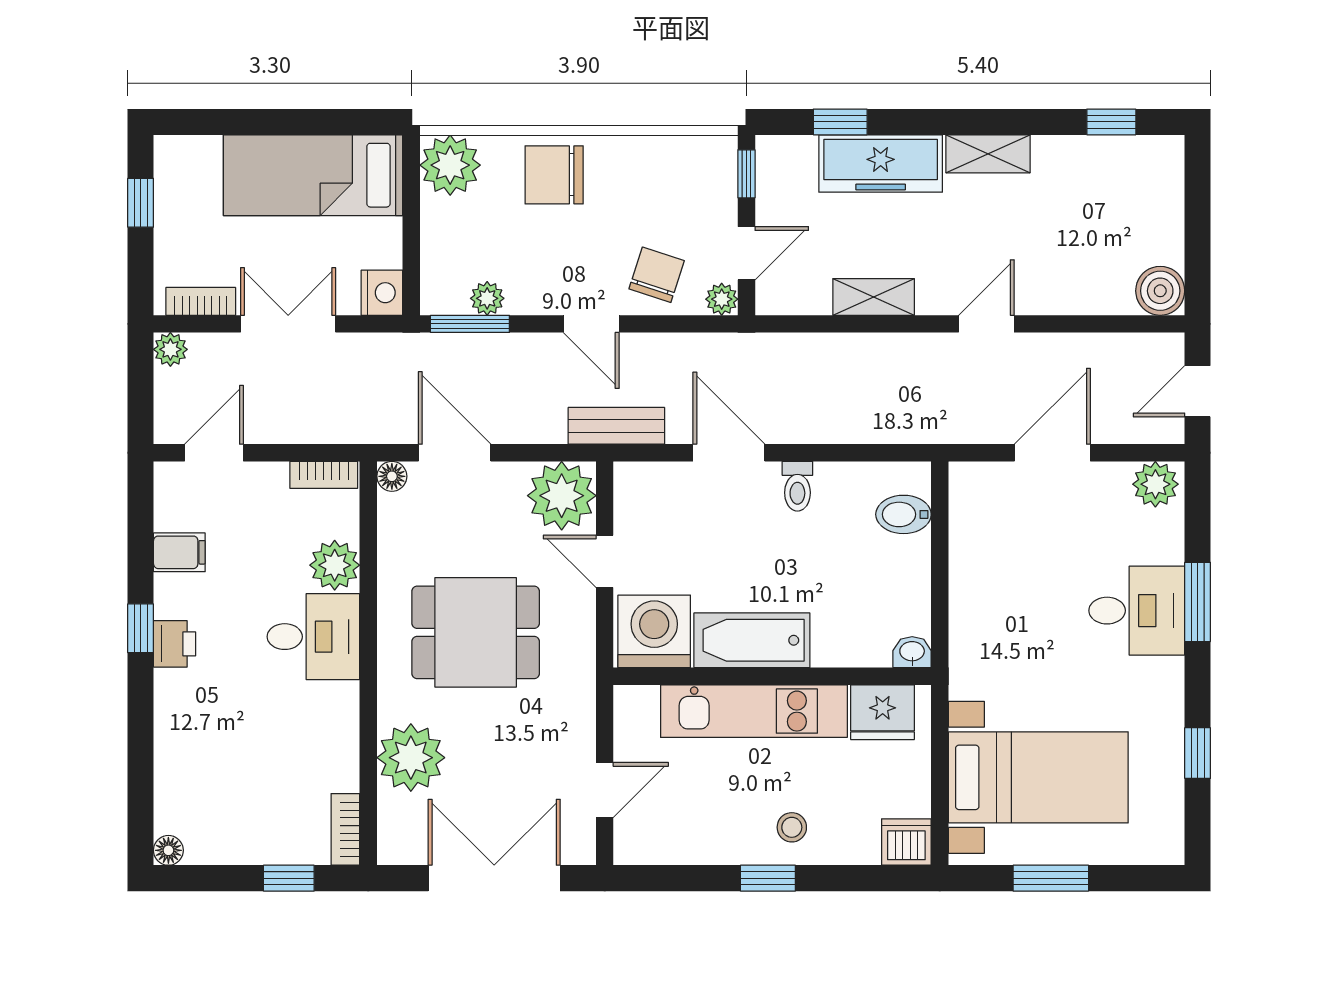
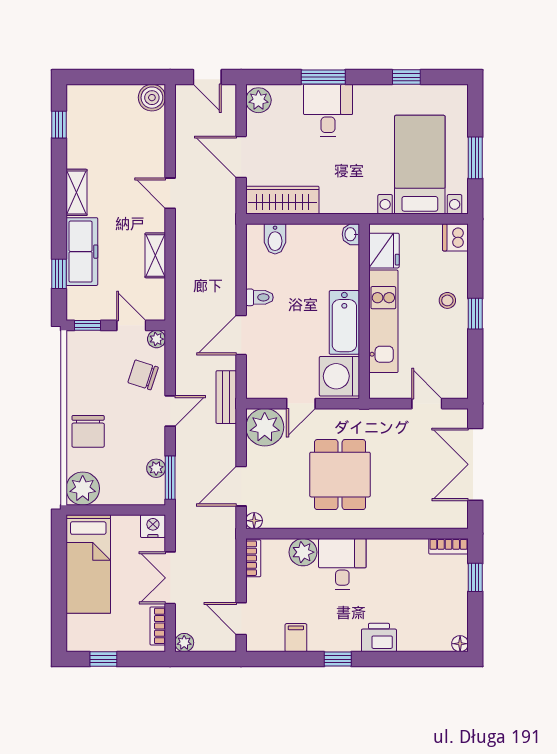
wardrobe: (974, 528) -> (282, 200), added
printer: (175, 644) -> (379, 638), moved, width x1.36, depth x1.24
plant: (411, 758) -> (409, 510), removed

